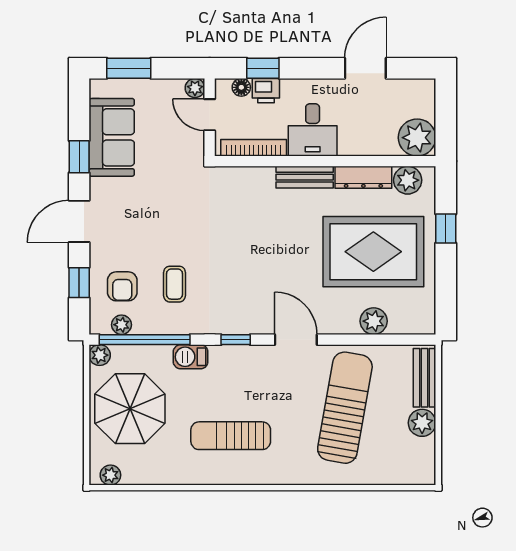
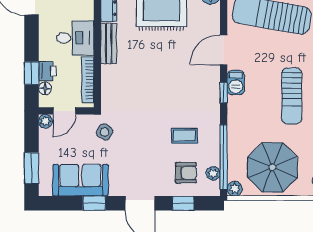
side table: (180, 171) -> (105, 132), added
barbecue: (191, 357) -> (236, 83), moved

